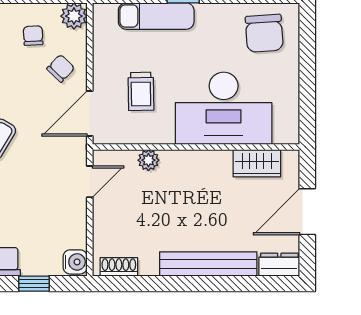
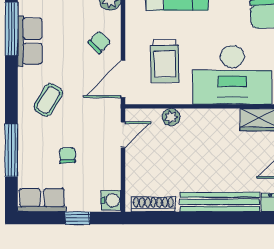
chair: (33, 36) -> (67, 155), moved
trolley: (141, 91) -> (165, 61), width x1.36, depth x1.39
shoe rack: (119, 267) -> (153, 204), width x1.43

